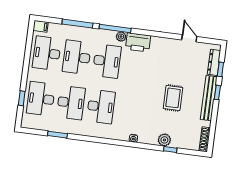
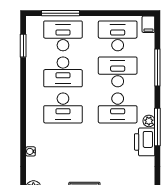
window: (115, 28) -> (157, 127), moved
window: (22, 98) -> (61, 13), width x2.17
window: (57, 135) -> (23, 46), moved

